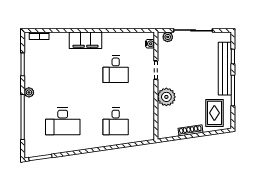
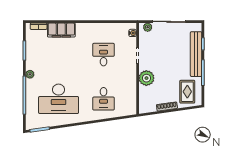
filing cabinet: (85, 40) -> (61, 30), moved
desk: (116, 69) -> (104, 55), turned 180
desk: (63, 121) -> (59, 99), width x1.36, depth x1.30

